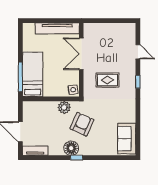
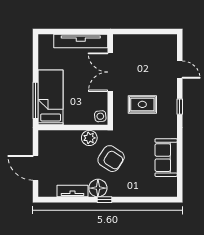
armchair: (82, 124) -> (111, 159), turned 99
sofa: (127, 139) -> (166, 158), moved
tv unit: (35, 151) -> (73, 191), moved

